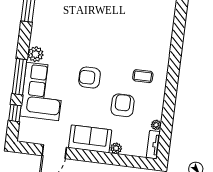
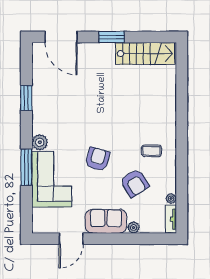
armchair: (90, 78) -> (98, 159), turned 106
armchair: (123, 105) -> (135, 183), turned 147
window: (15, 113) -> (26, 205), removed

